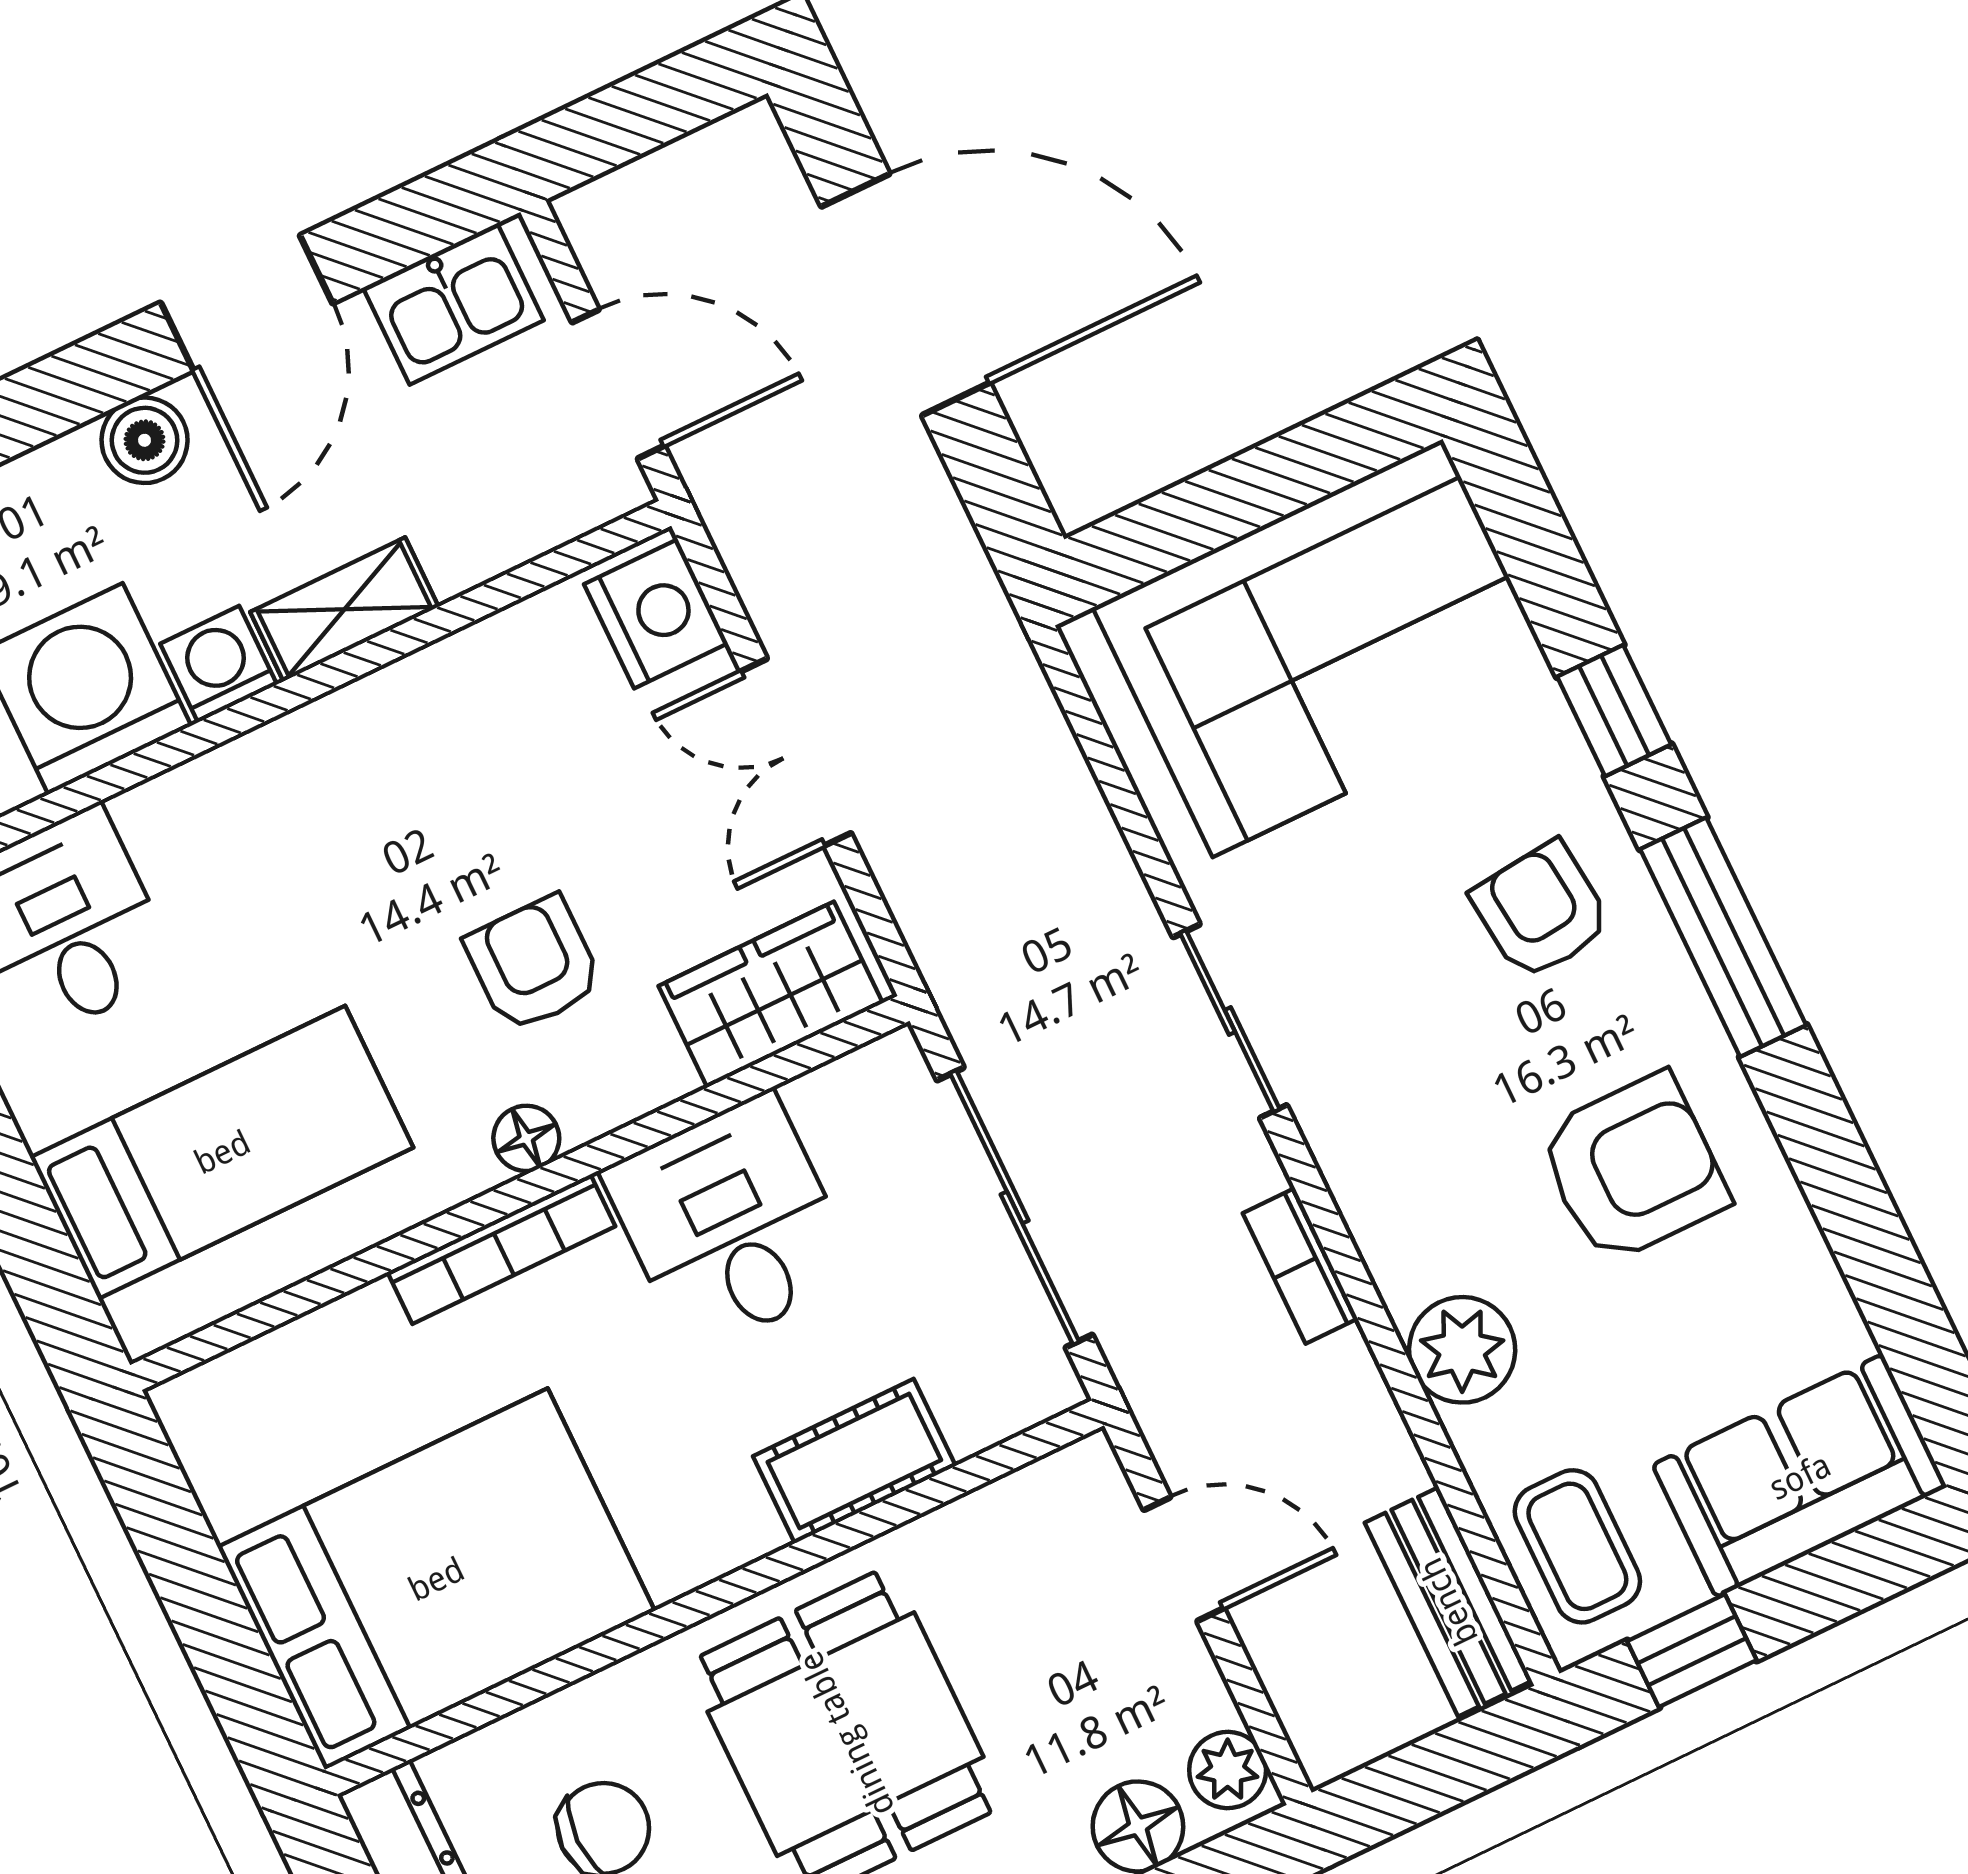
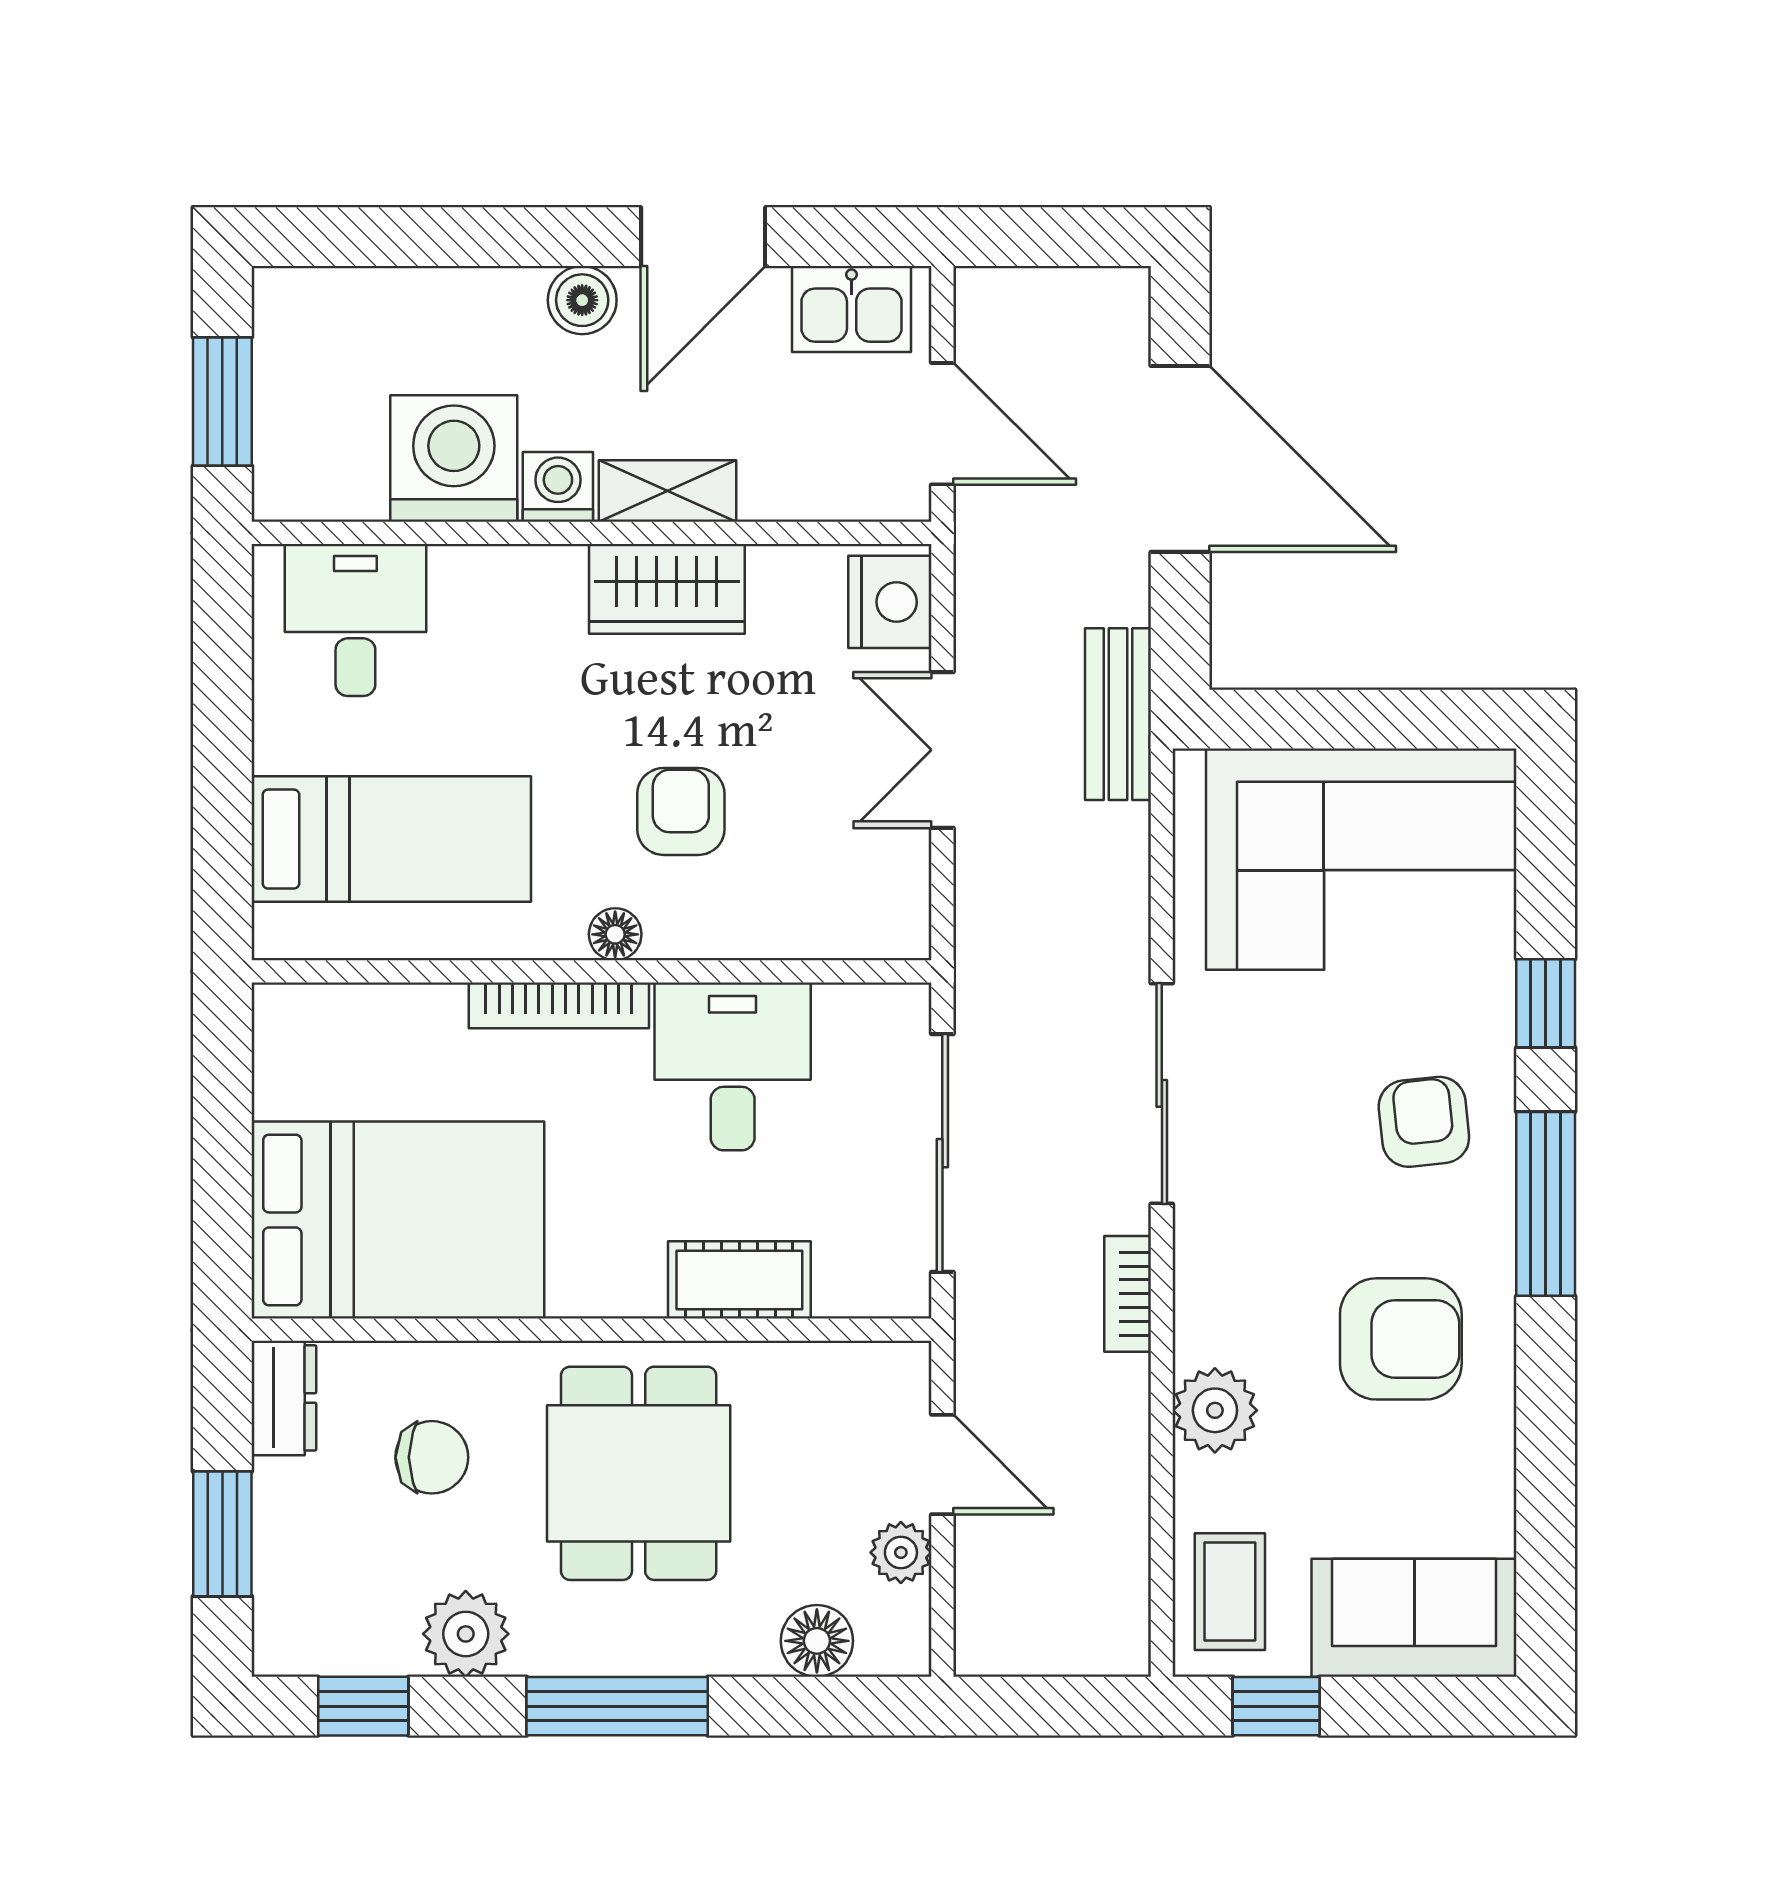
wardrobe: (771, 994) -> (667, 589), moved, turned 180
sliding door: (1230, 1021) -> (1162, 1093), width x1.37
bench: (1448, 1602) -> (1118, 714), moved
plant: (1228, 1770) -> (901, 1552), moved

